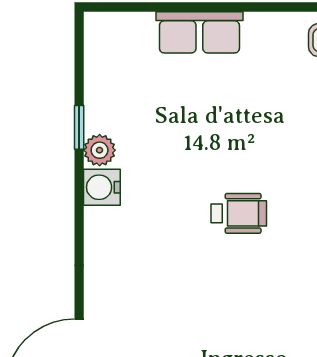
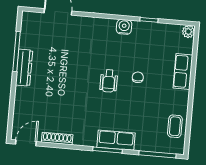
chair: (223, 142) -> (138, 77), added
plant: (100, 150) -> (188, 32), moved

